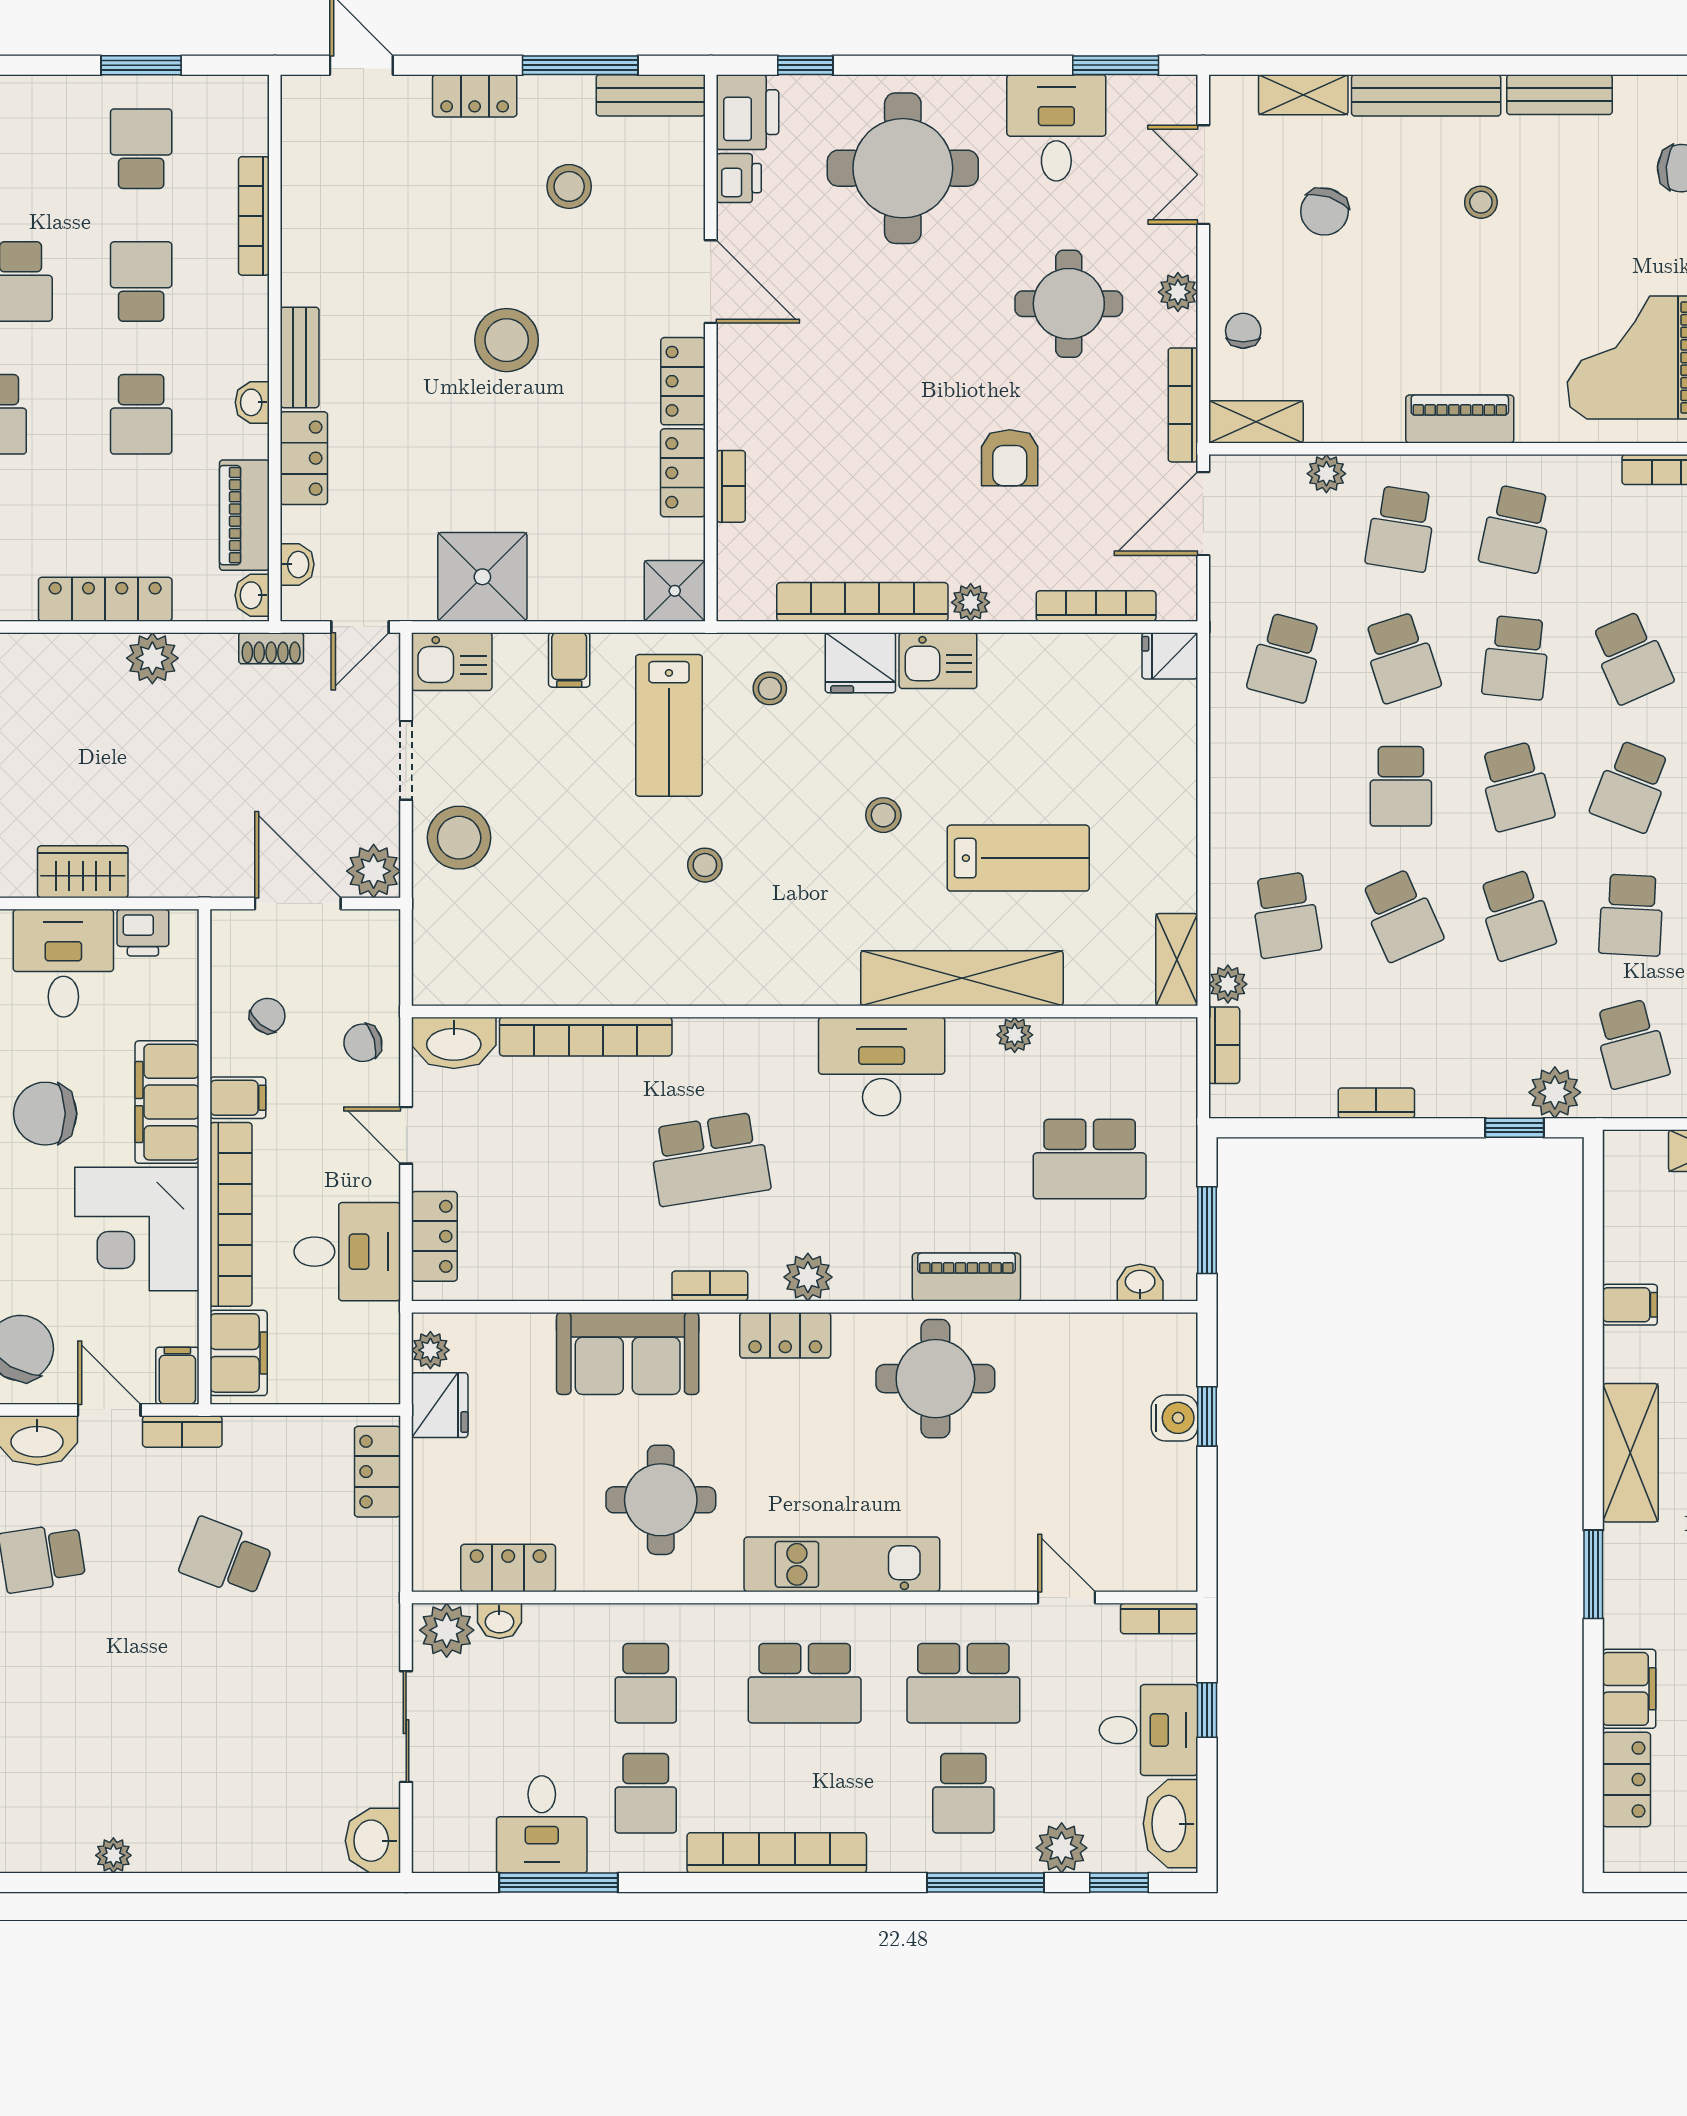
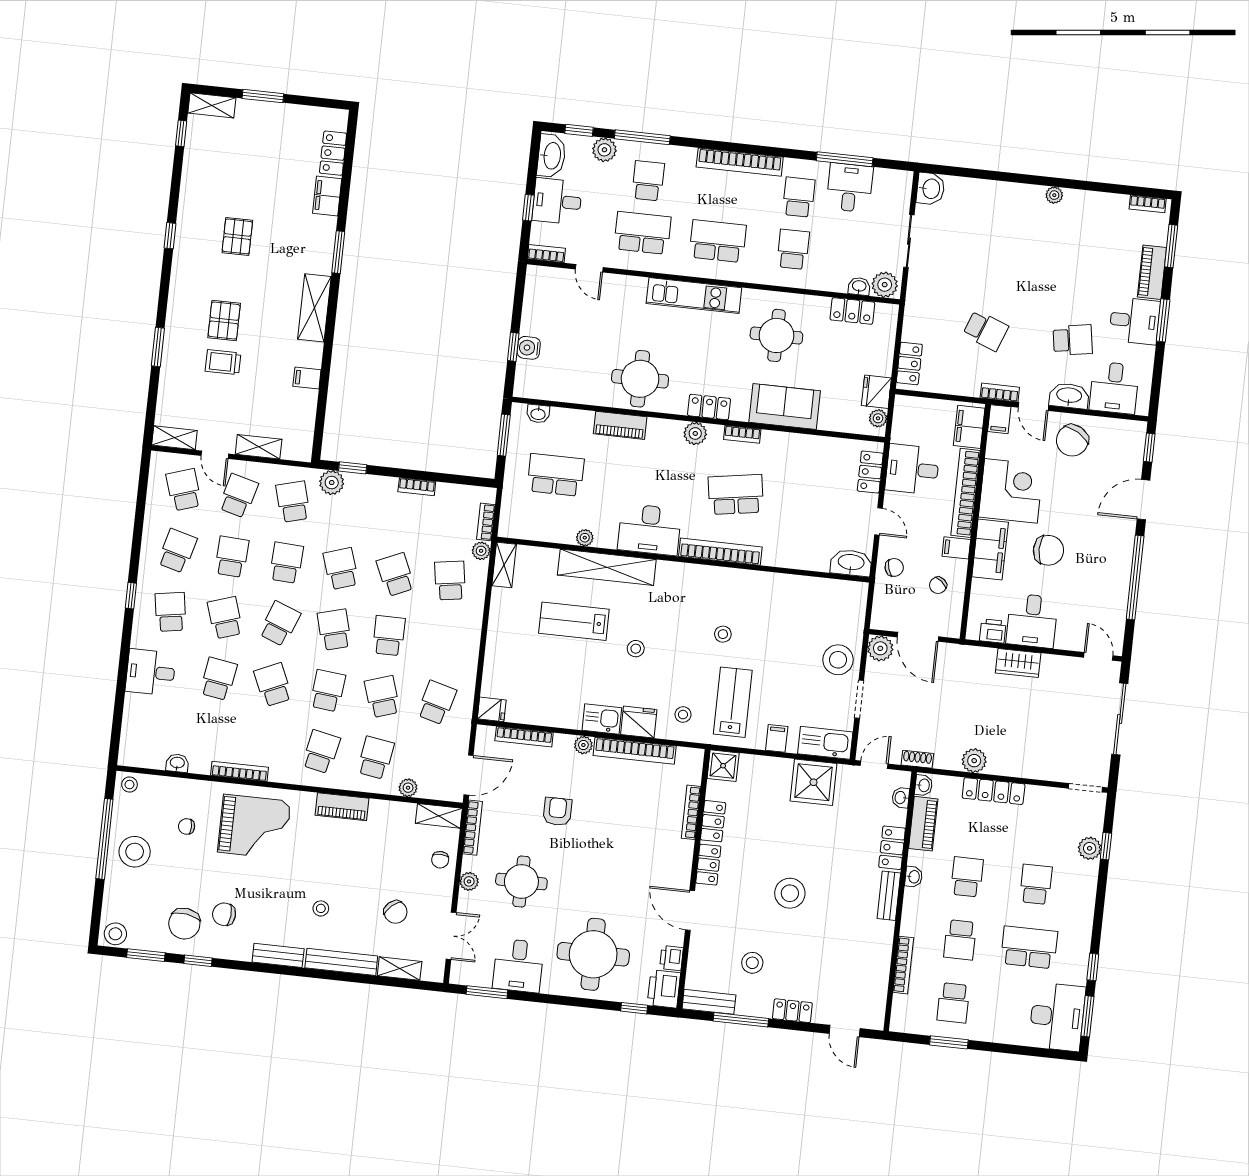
chair: (1324, 212) -> (396, 912), turned 120
bookcase: (731, 486) -> (691, 812), width x1.56
kitchen sink: (452, 662) -> (825, 743), width x1.38
bookcase: (586, 1037) -> (720, 552), moved

